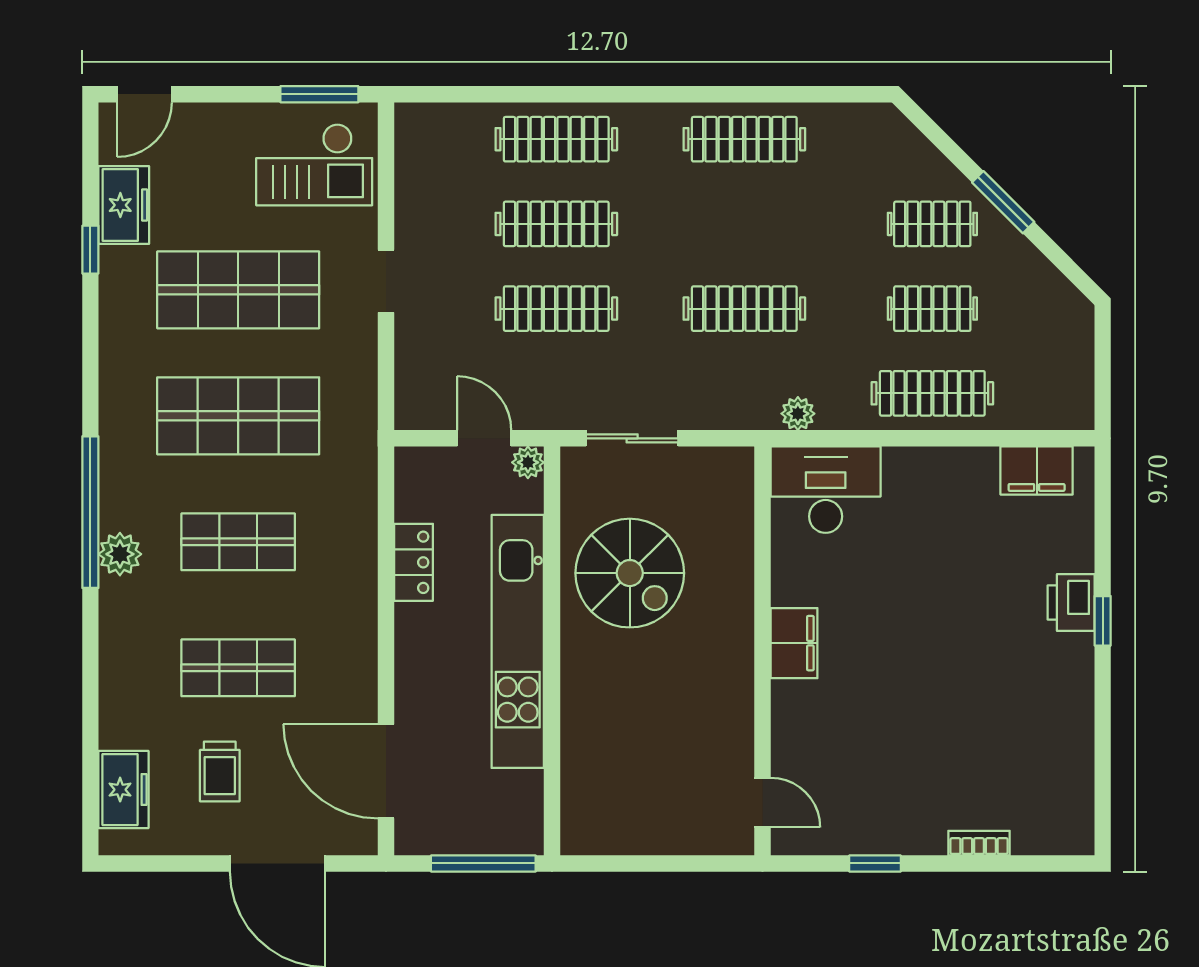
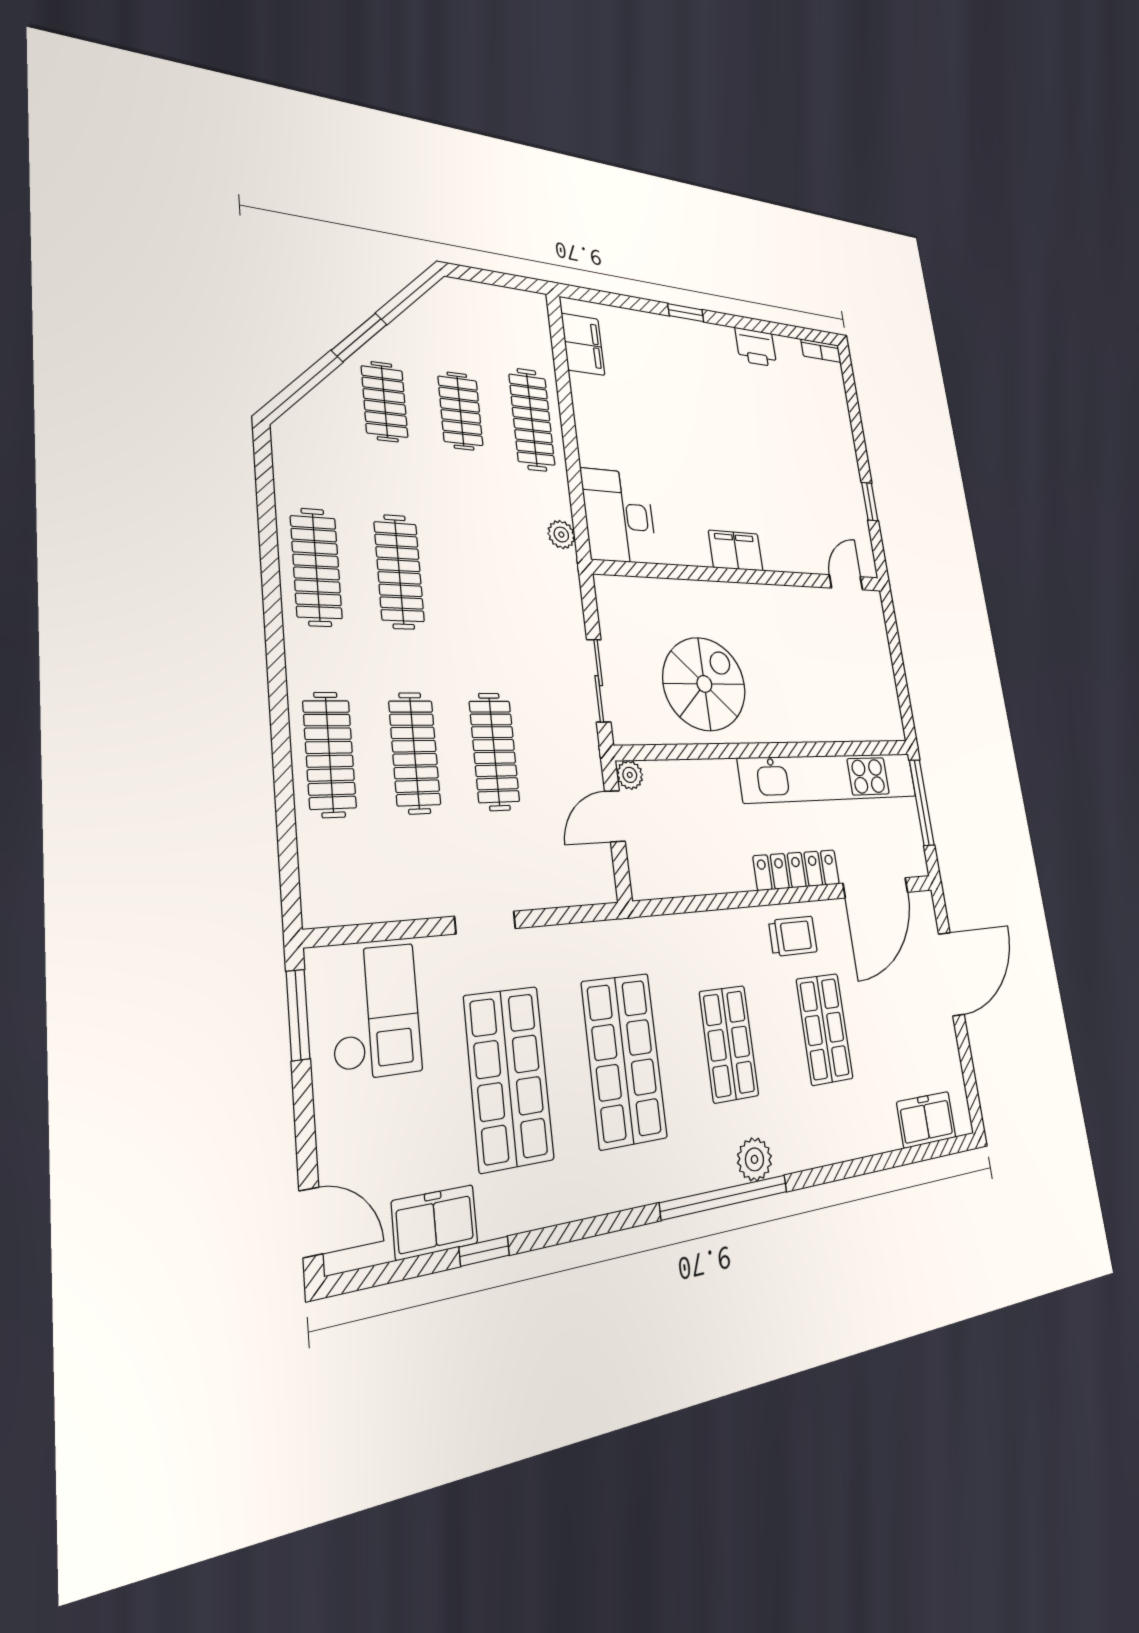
clothes rail: (744, 309) -> (399, 572), moved
locker: (414, 562) -> (797, 870), moved, width x1.53
printer: (1071, 603) -> (756, 347), moved
kitchen unit: (518, 641) -> (829, 778), moved
trolley: (220, 771) -> (793, 936), moved
bookcase: (979, 843) -> (821, 351), moved, turned -90

